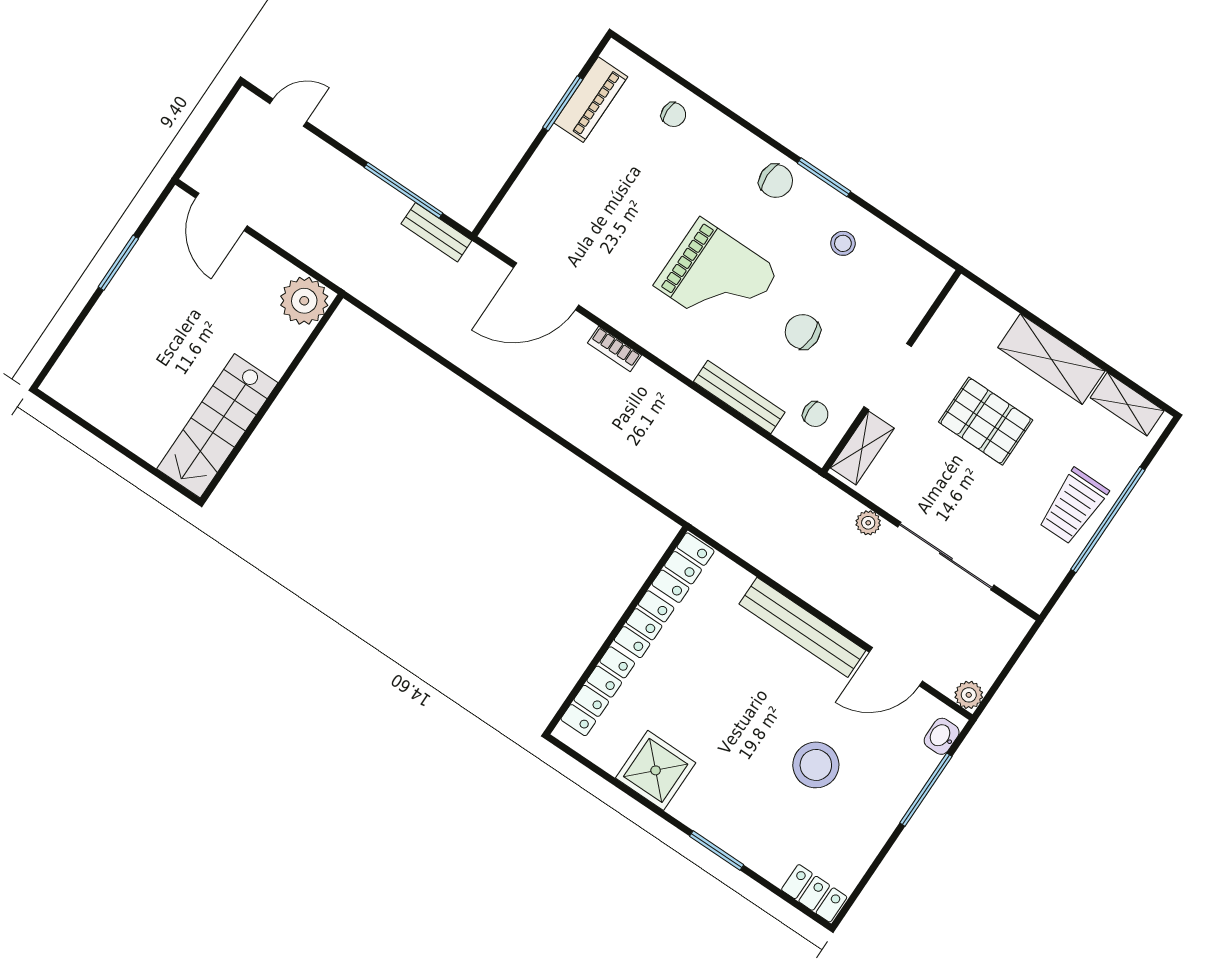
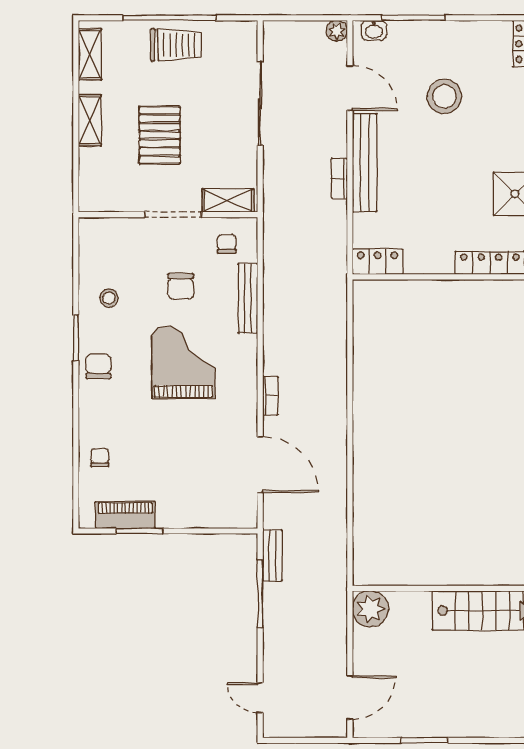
shelving: (1051, 359) -> (90, 120), width x0.67, depth x0.75
plant: (868, 523) -> (272, 165), removed
bookcase: (804, 588) -> (339, 178), added
locker: (644, 624) -> (429, 262), removed

